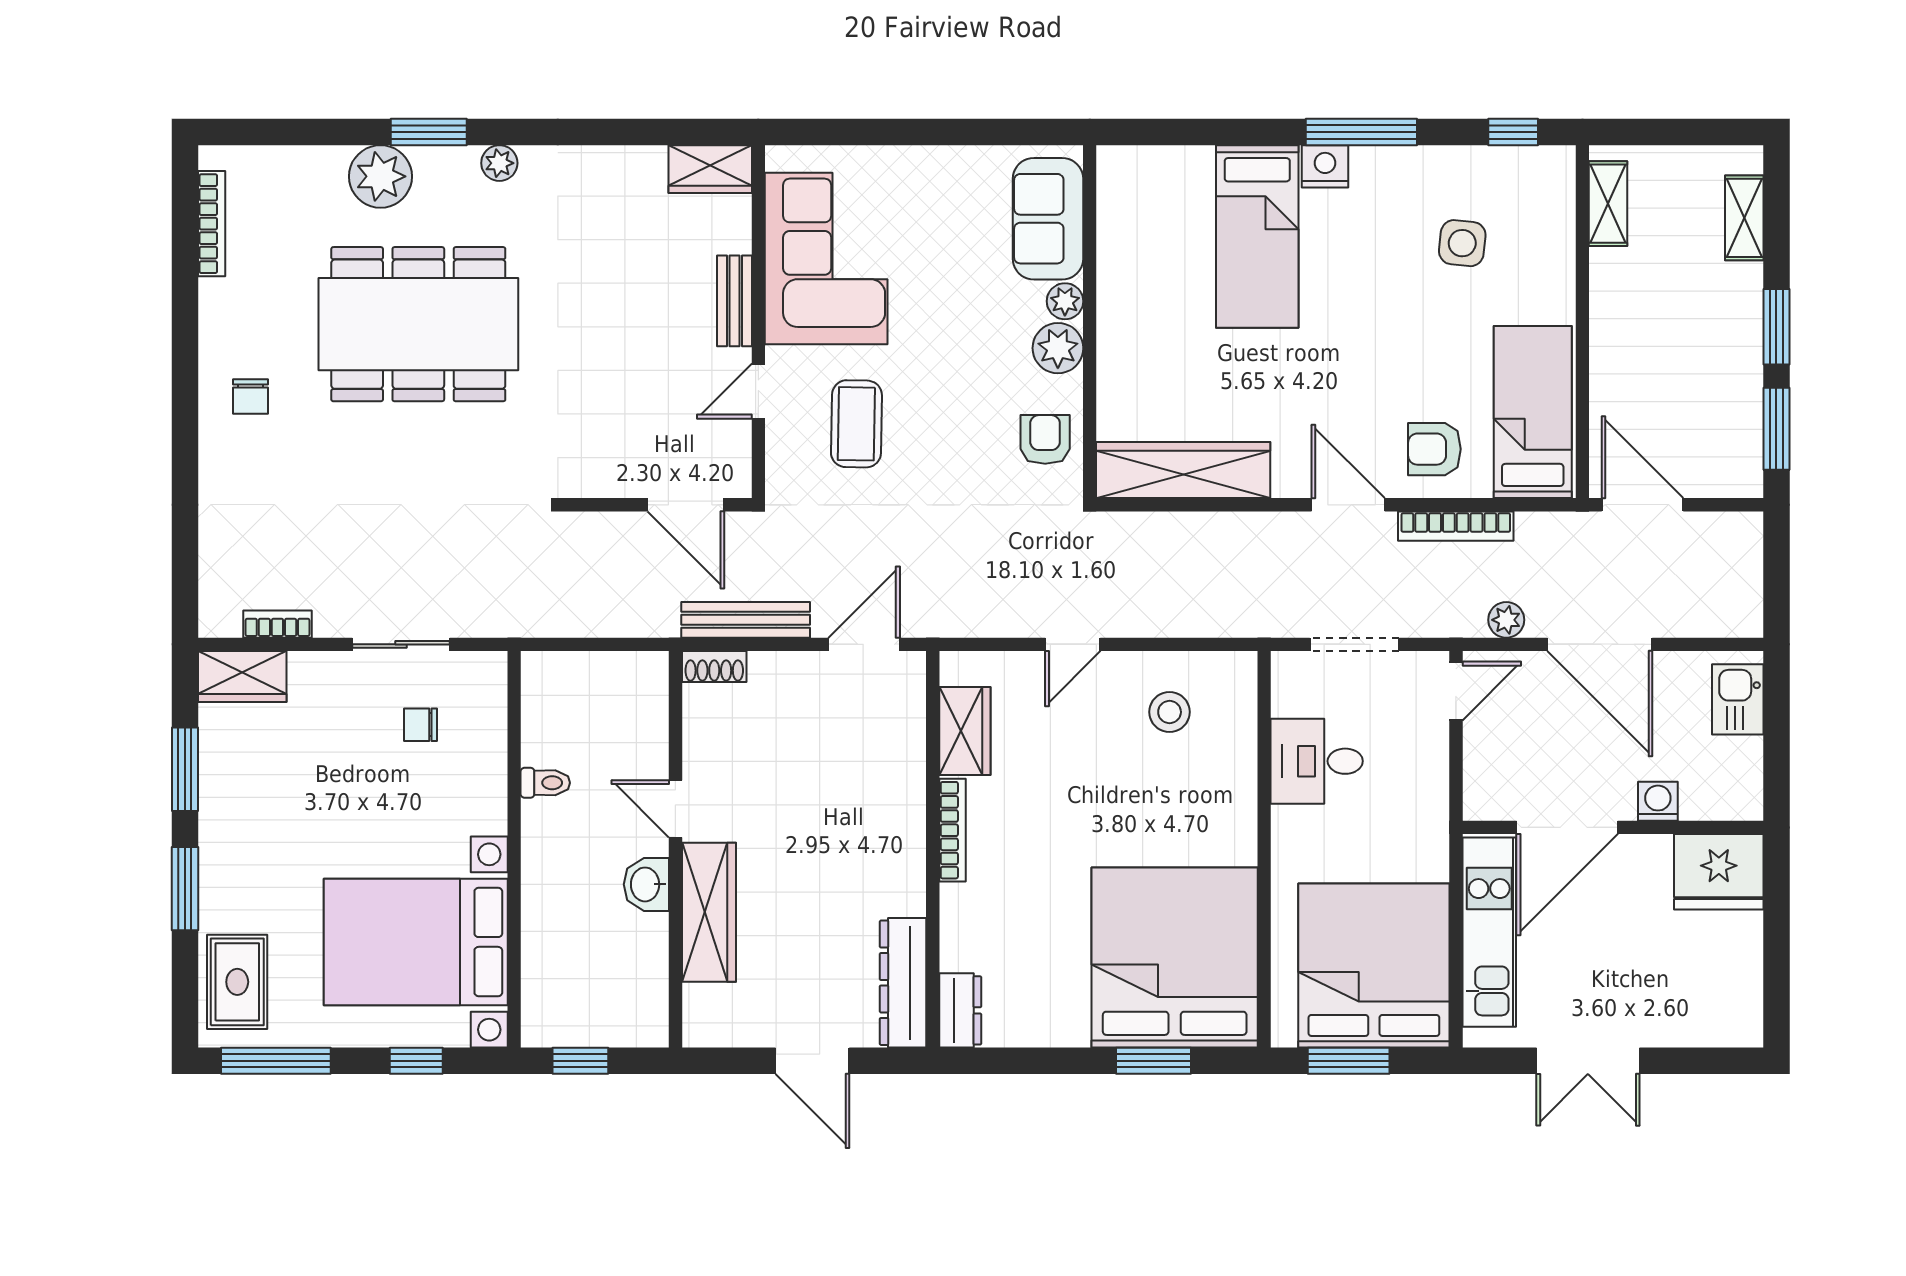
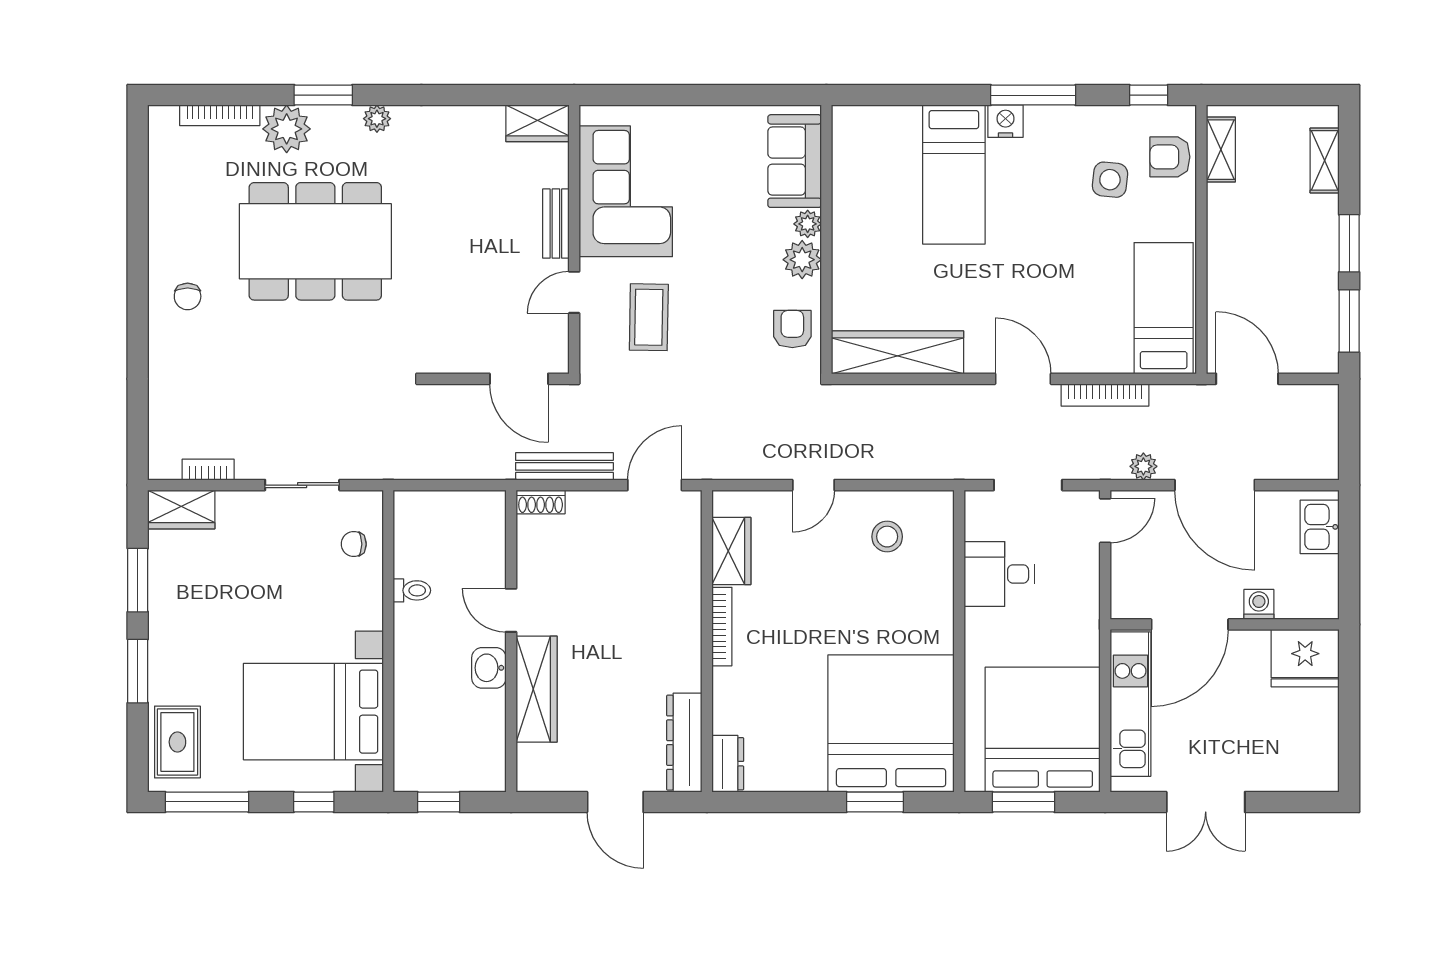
bookcase: (212, 224) -> (220, 115), moved, turned 90
armchair: (1434, 449) -> (1170, 157), moved
chair: (420, 725) -> (354, 544), moved

